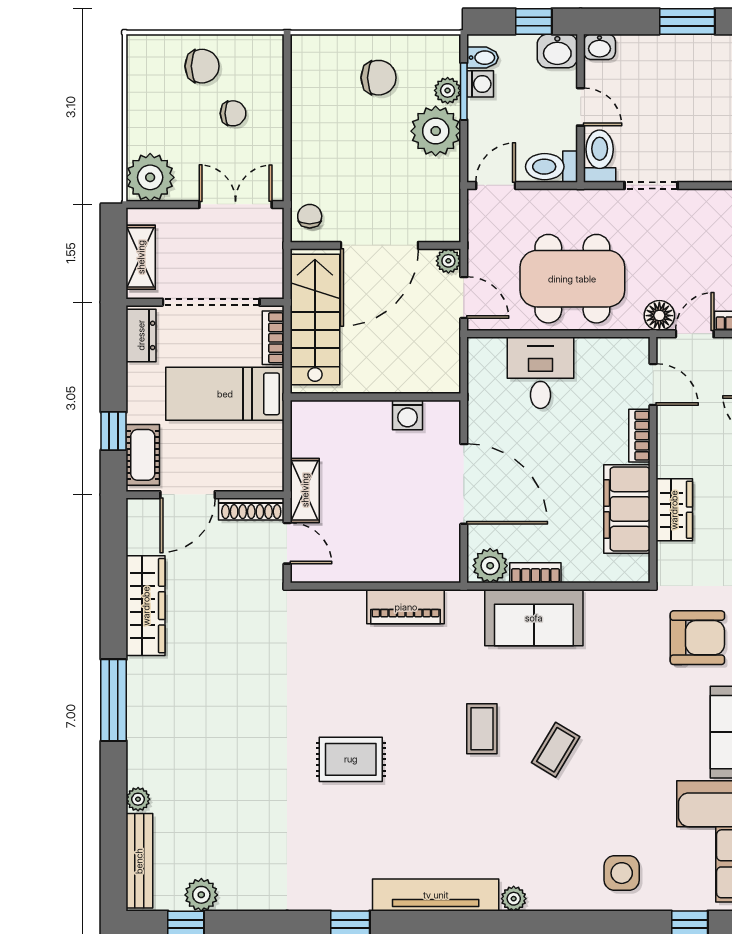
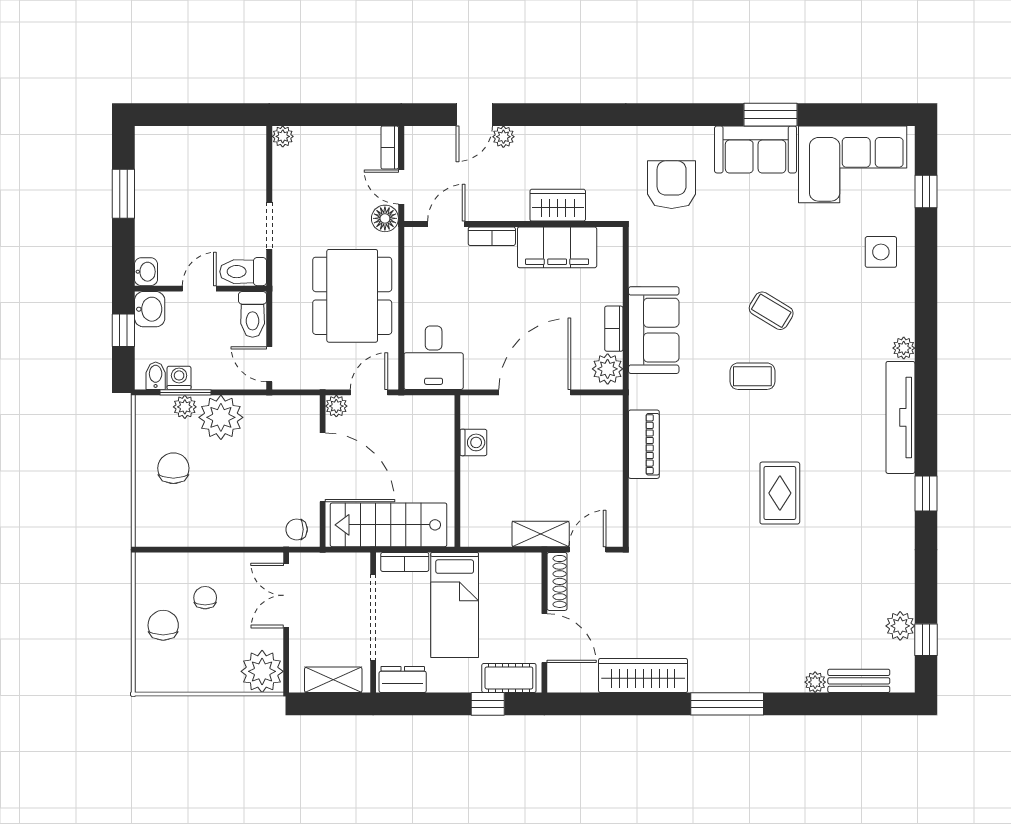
desk: (540, 373) -> (434, 358), moved, turned -90
bench: (139, 861) -> (859, 681), width x0.73

